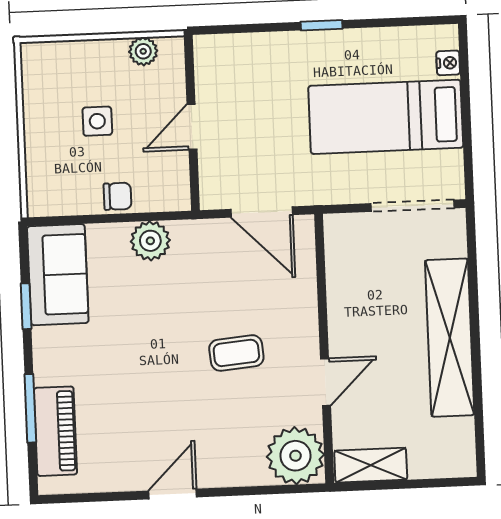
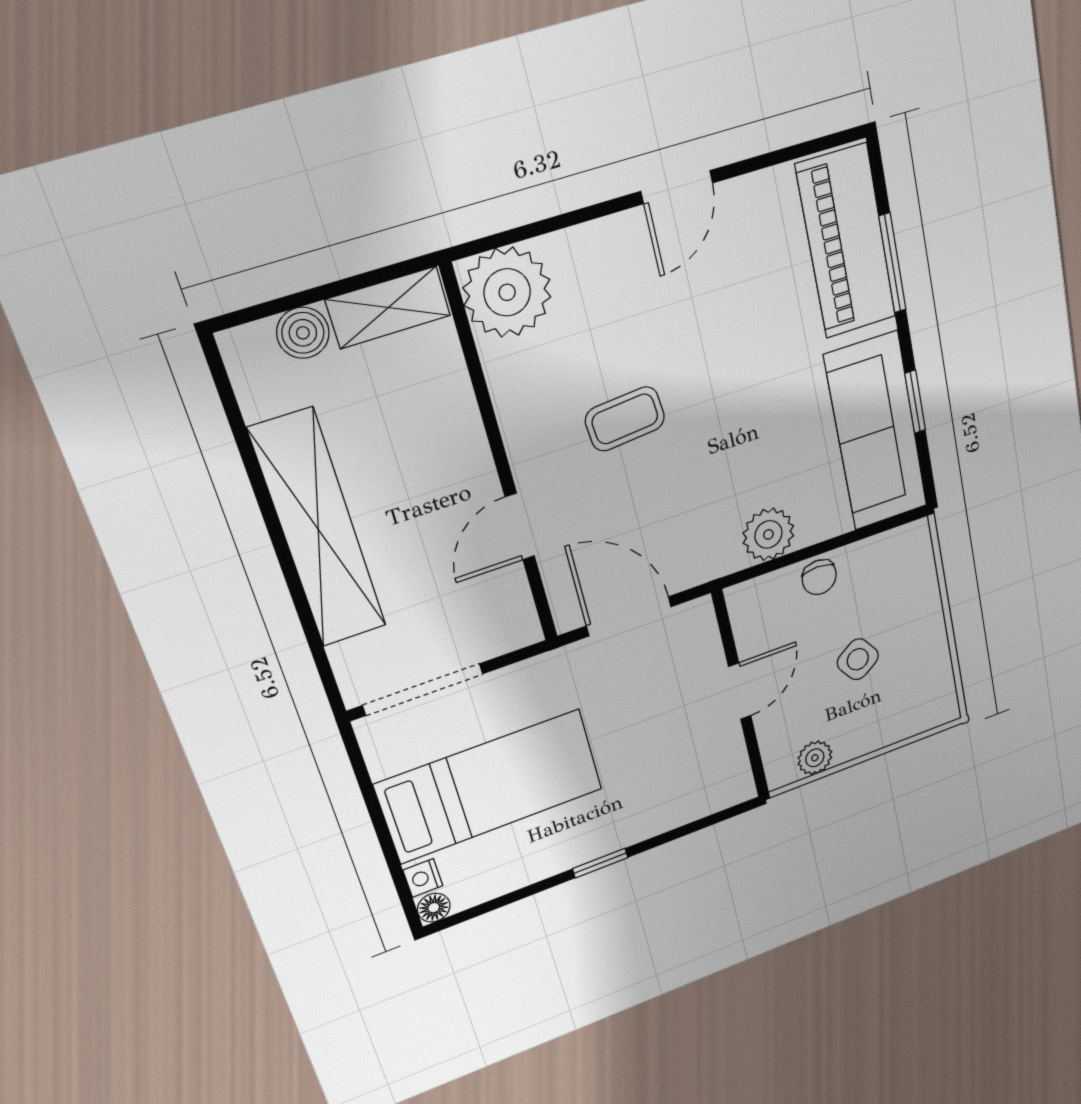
floor lamp: (447, 36) -> (434, 908), added
side table: (97, 121) -> (858, 659), turned -35
chair: (118, 196) -> (819, 577), turned -90
sofa: (58, 275) -> (876, 432), width x1.36
door: (326, 382) -> (520, 527), moved
piano: (55, 431) -> (846, 242), width x1.37, depth x1.33
boiler: (425, 463) -> (303, 333), added

